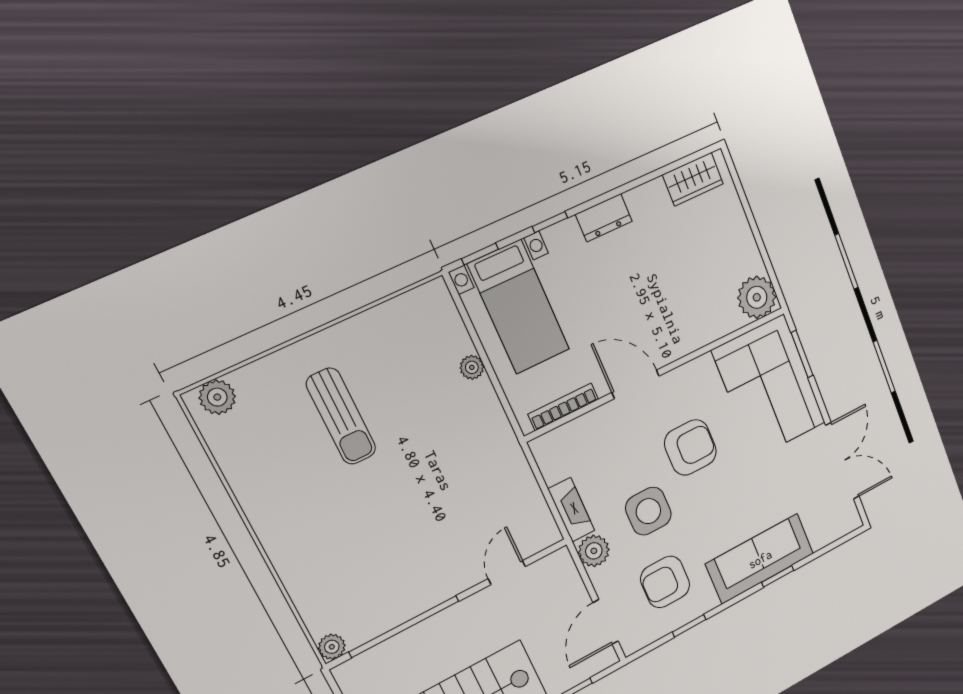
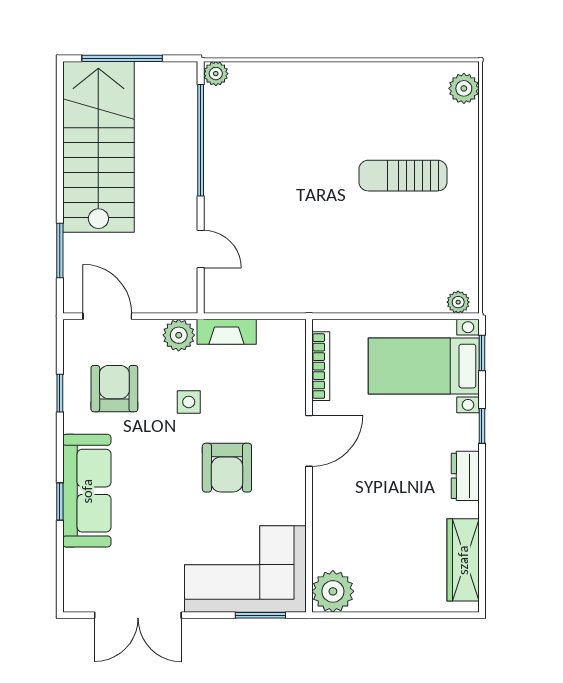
wardrobe: (693, 179) -> (463, 560), width x1.50
plant: (472, 367) -> (458, 302), moved
side table: (648, 511) -> (189, 402), width x0.54, depth x0.54

